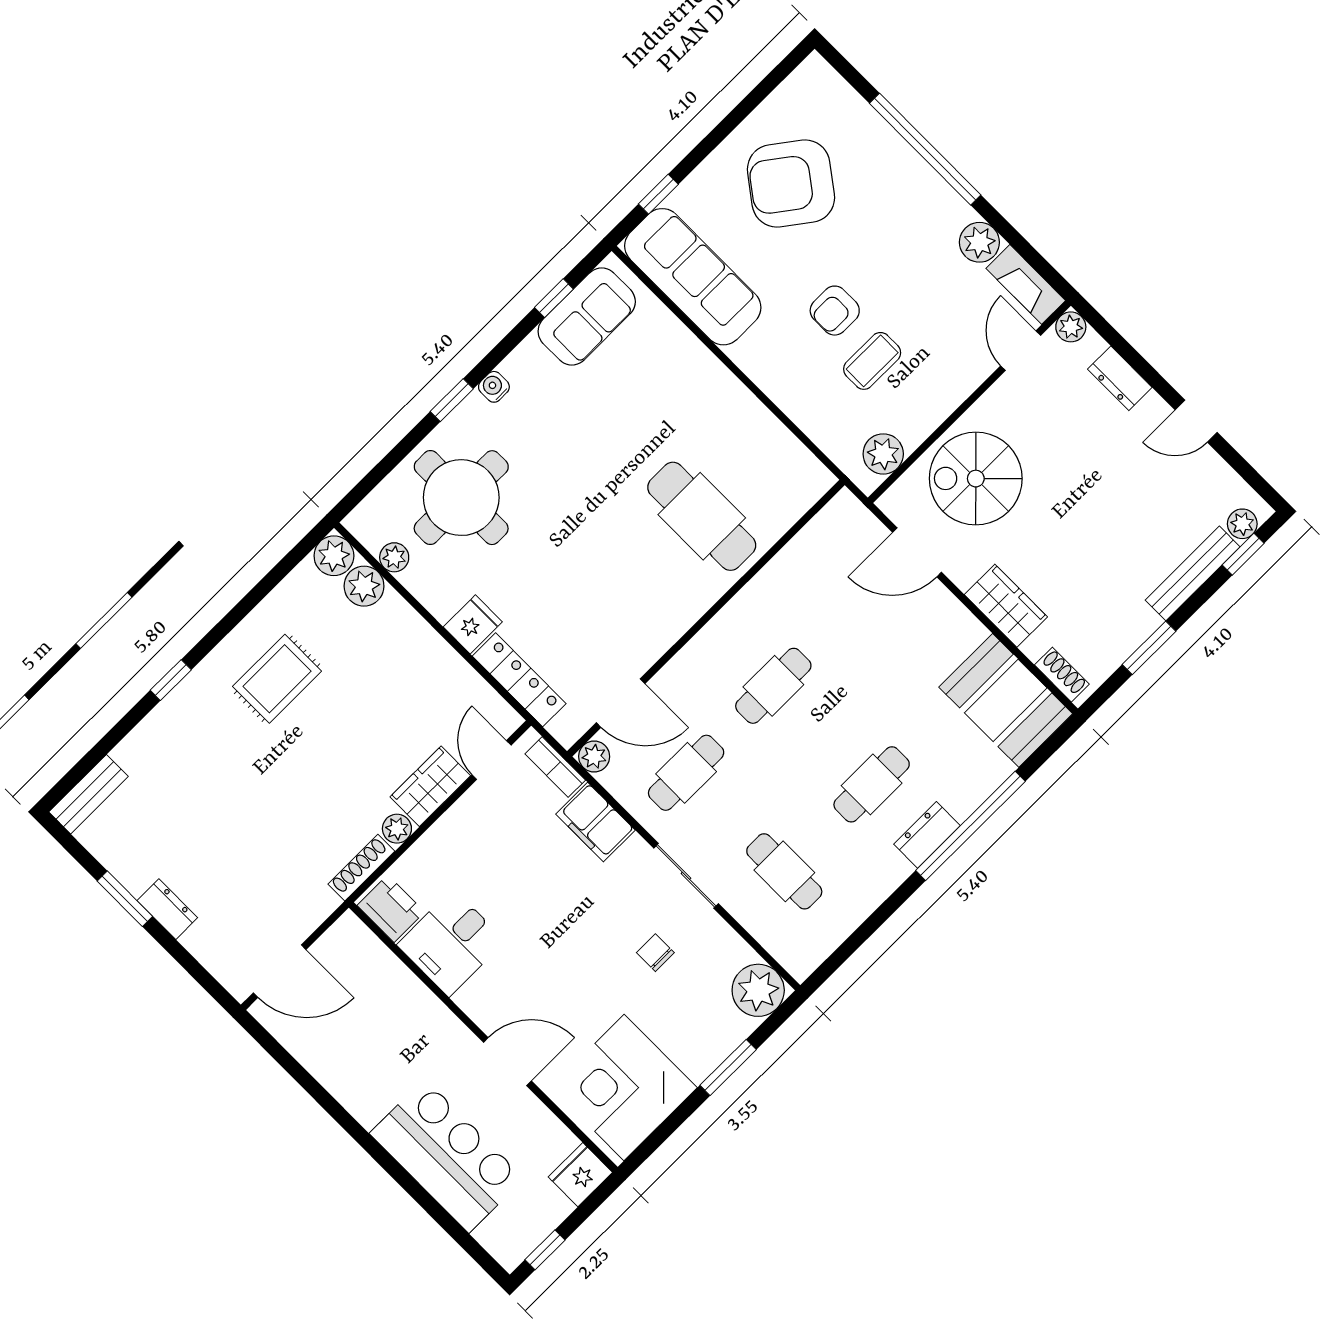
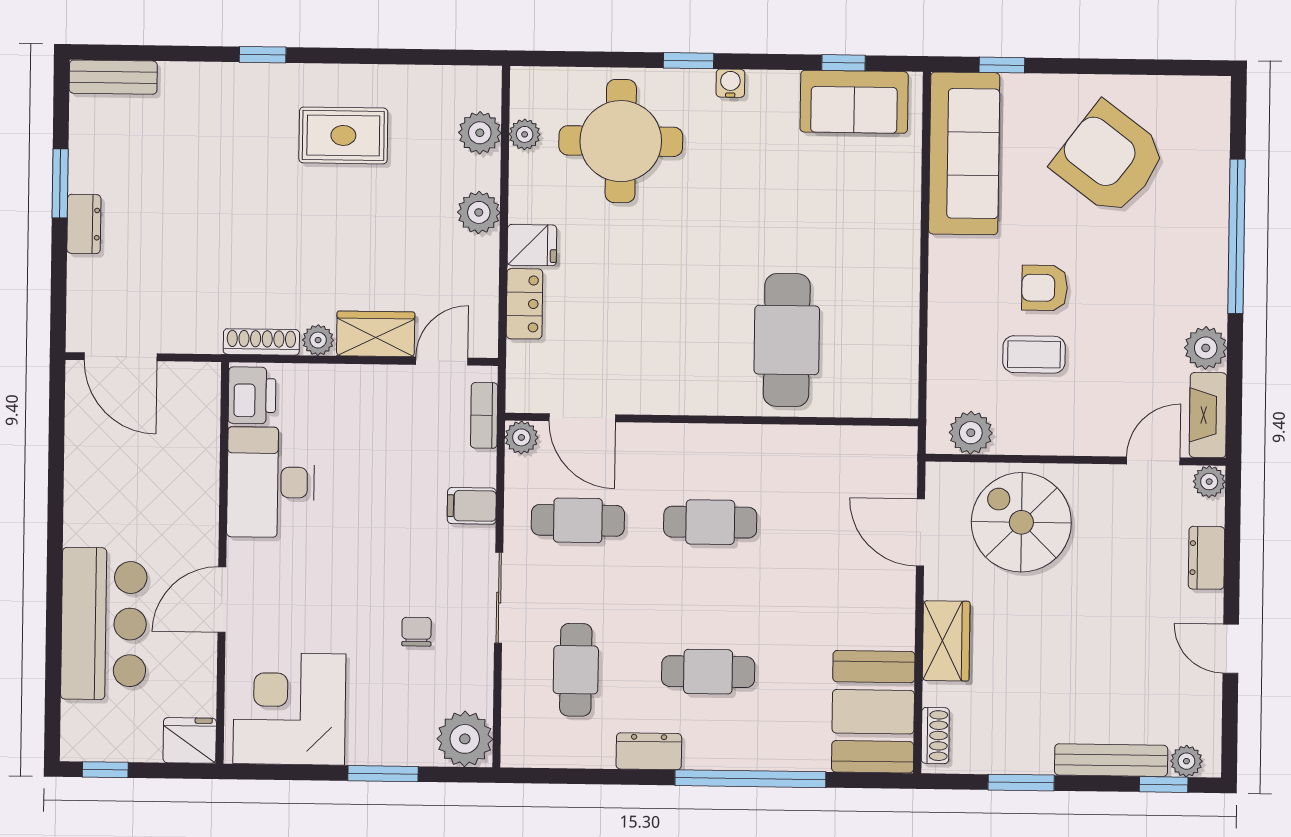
plant: (334, 556) -> (479, 212), moved
locker: (519, 680) -> (524, 304), width x0.66
filing cabinet: (595, 822) -> (472, 506), width x0.50
dresser: (927, 835) -> (649, 751), moved
desk: (451, 943) -> (271, 482), width x1.37
door: (507, 1062) -> (222, 600), swing flipped

